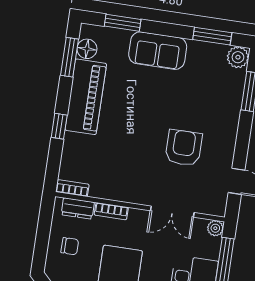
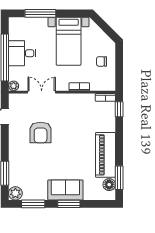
window: (123, 23) -> (69, 204), moved
window: (59, 126) -> (119, 109), moved
dresser: (78, 208) -> (100, 85), removed

